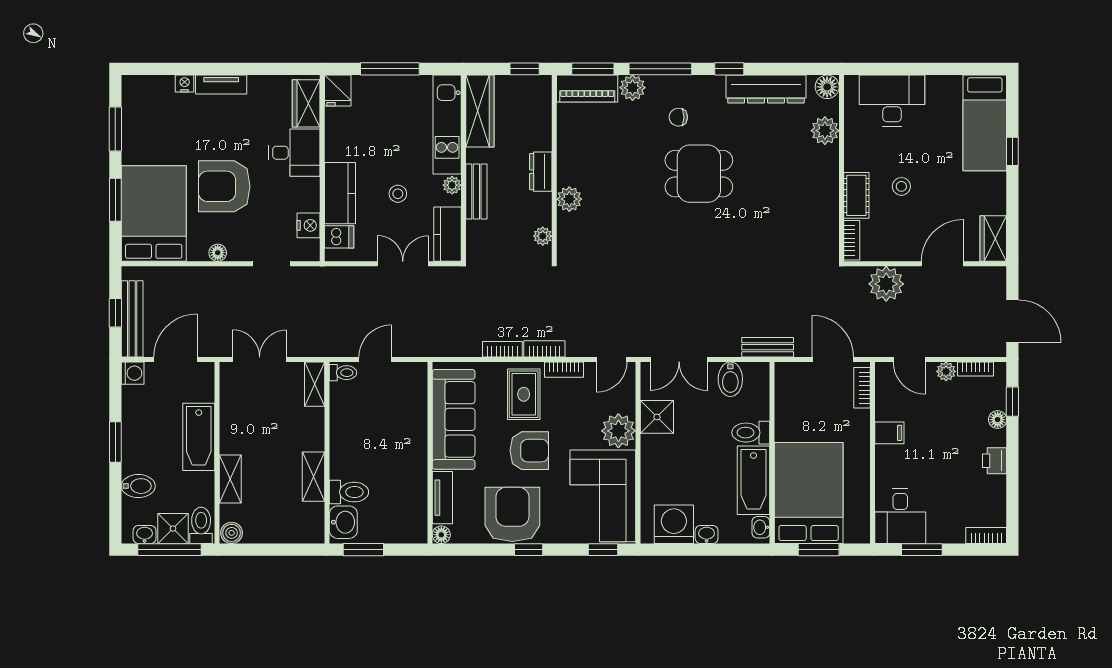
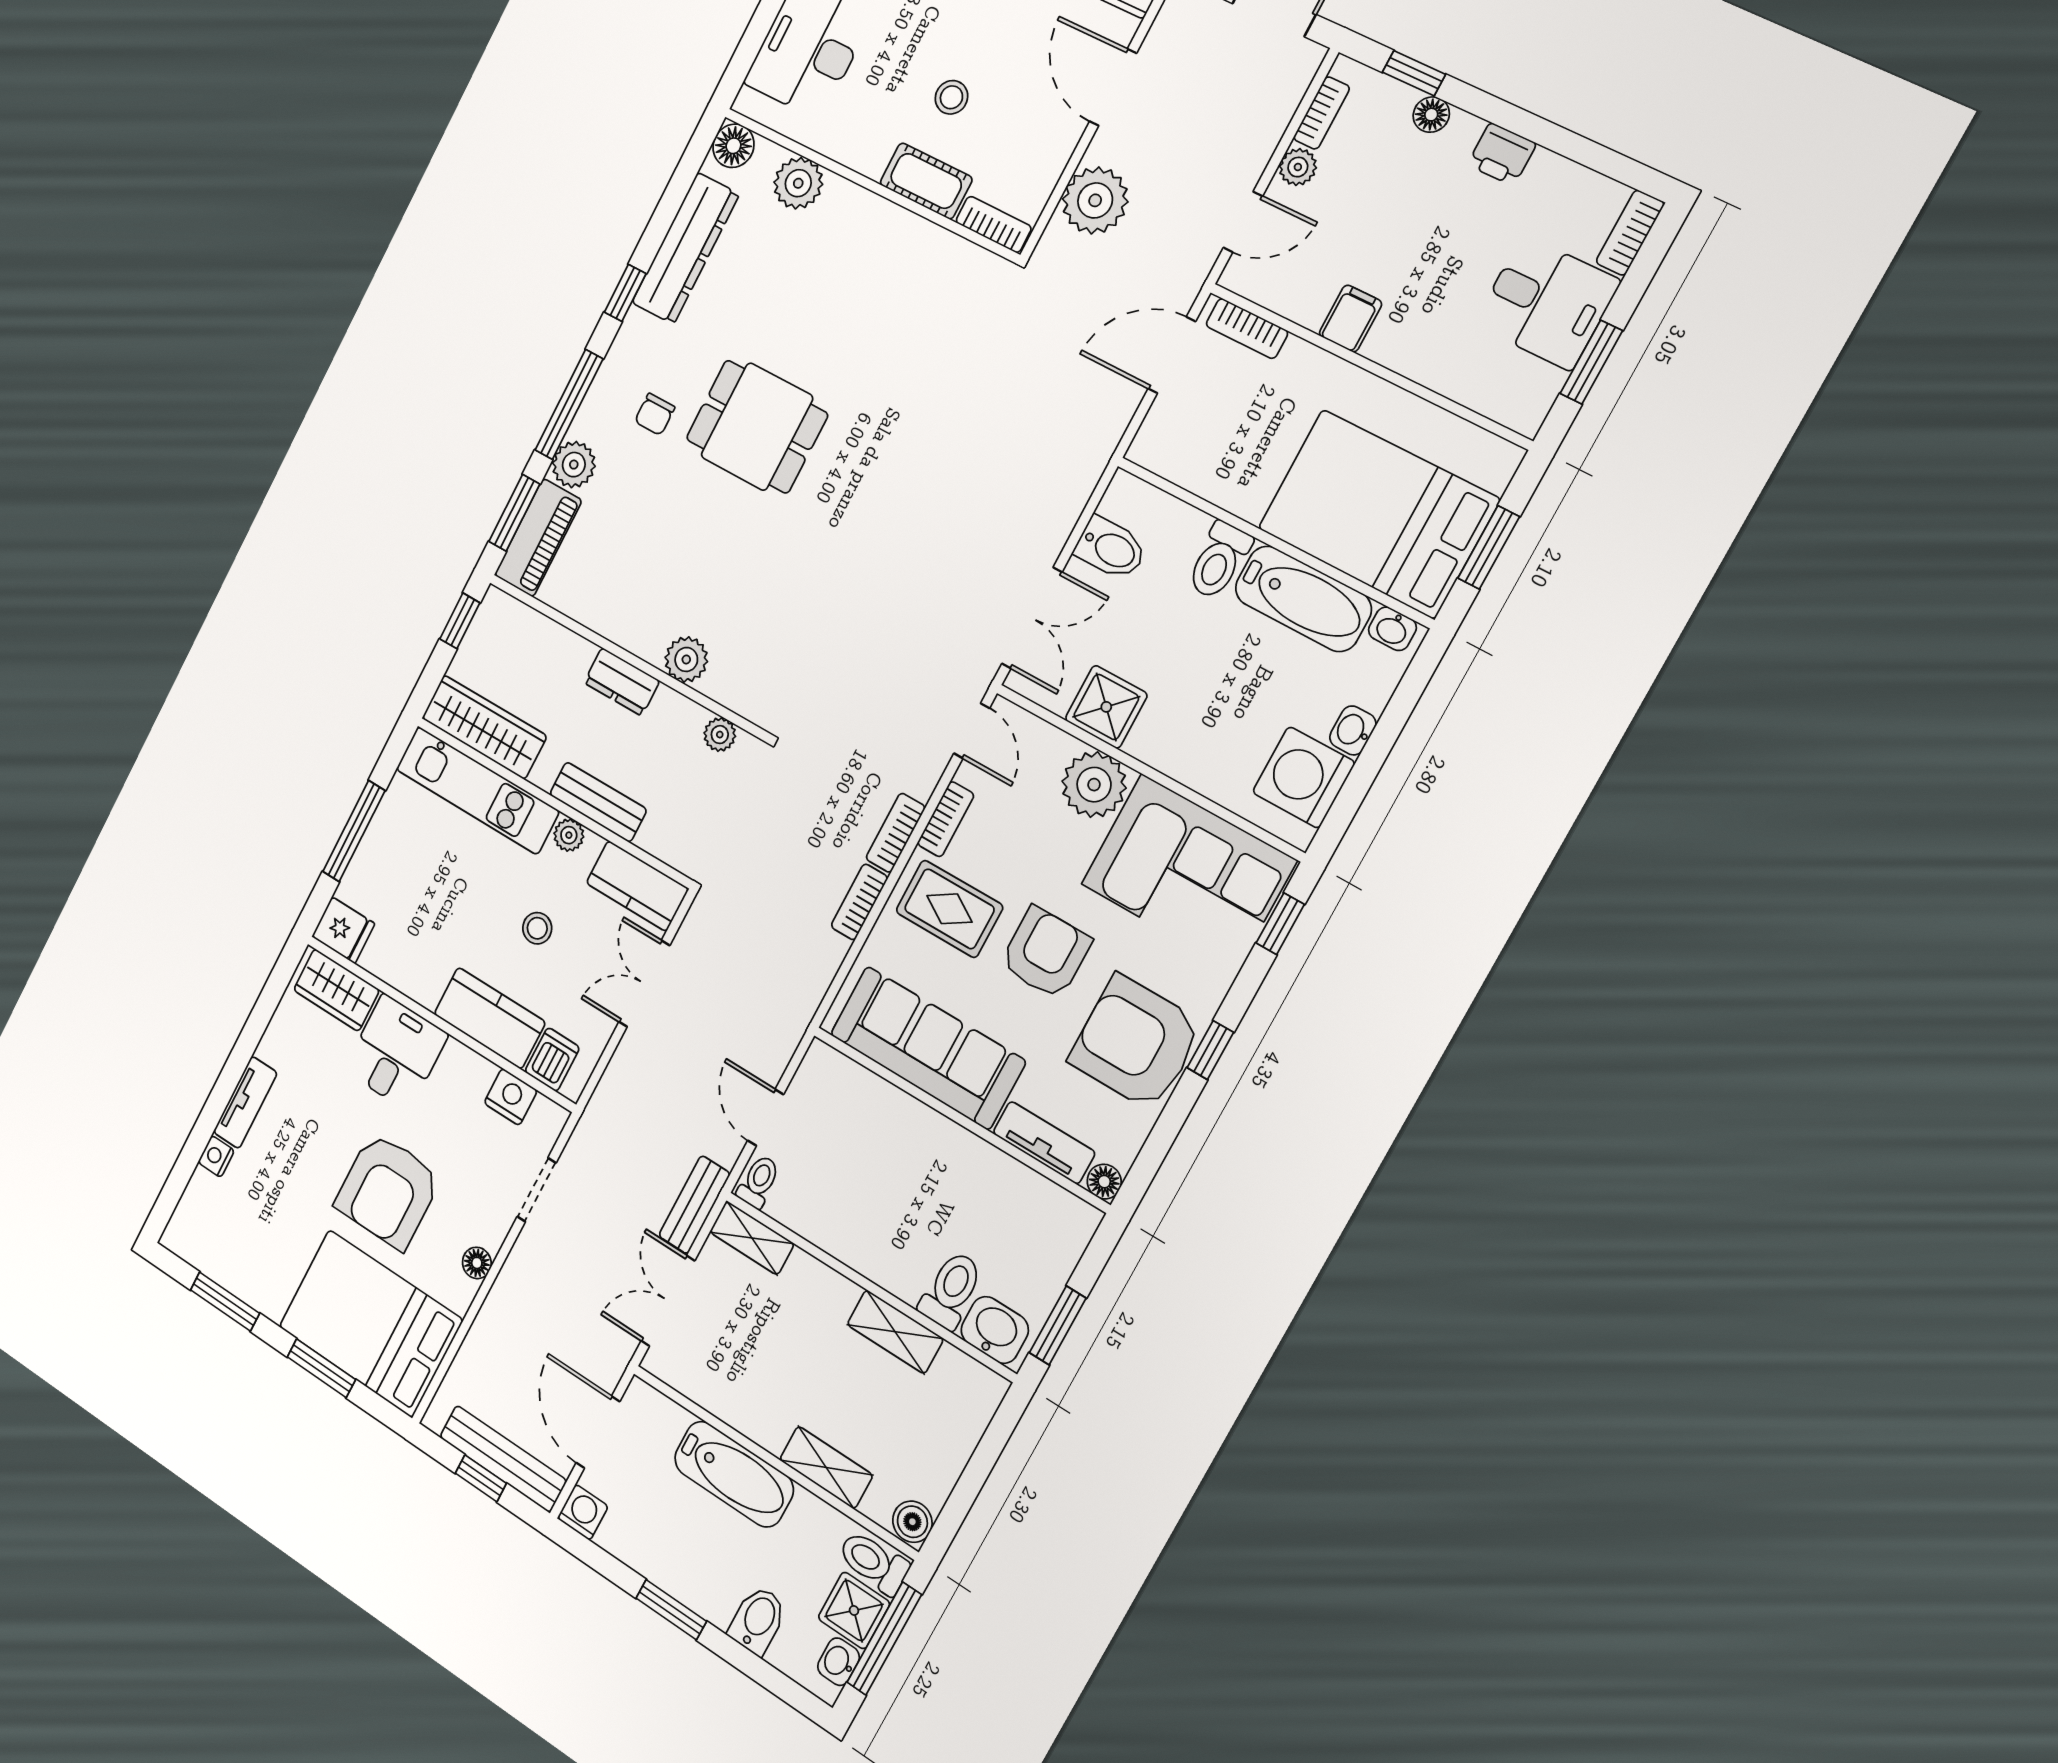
dining table: (699, 174) -> (757, 427), turned 90
bench: (768, 347) -> (694, 1205), moved
desk: (900, 516) -> (1547, 303), moved

